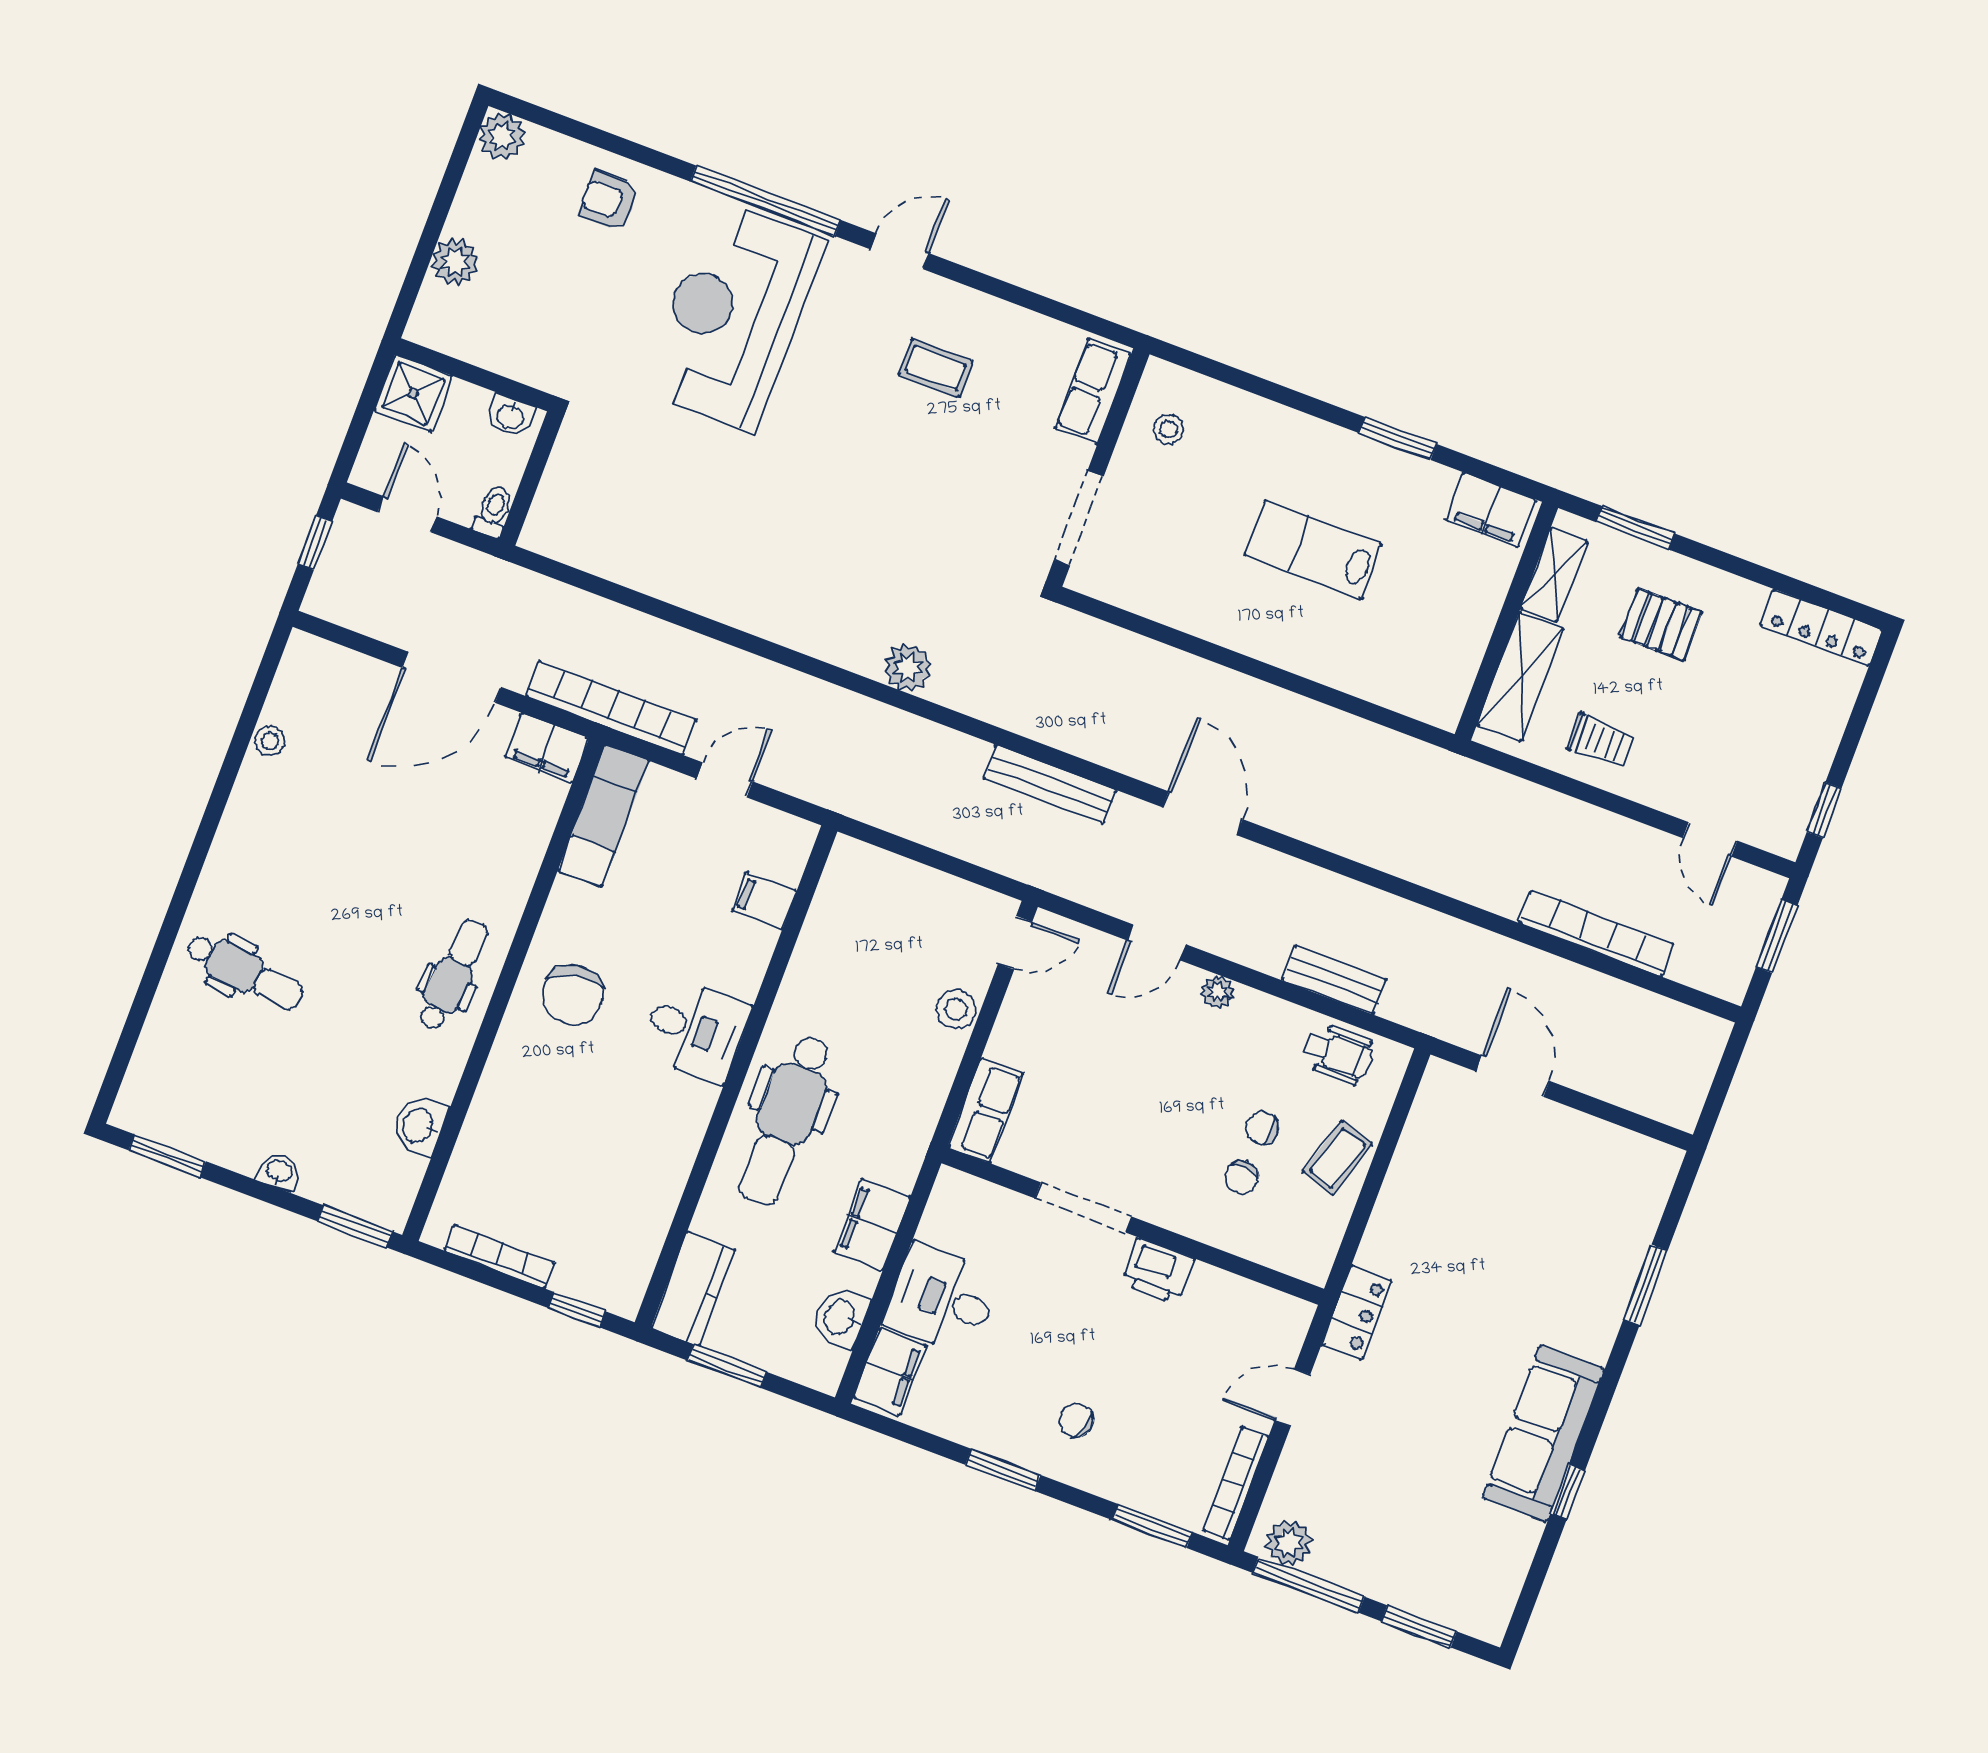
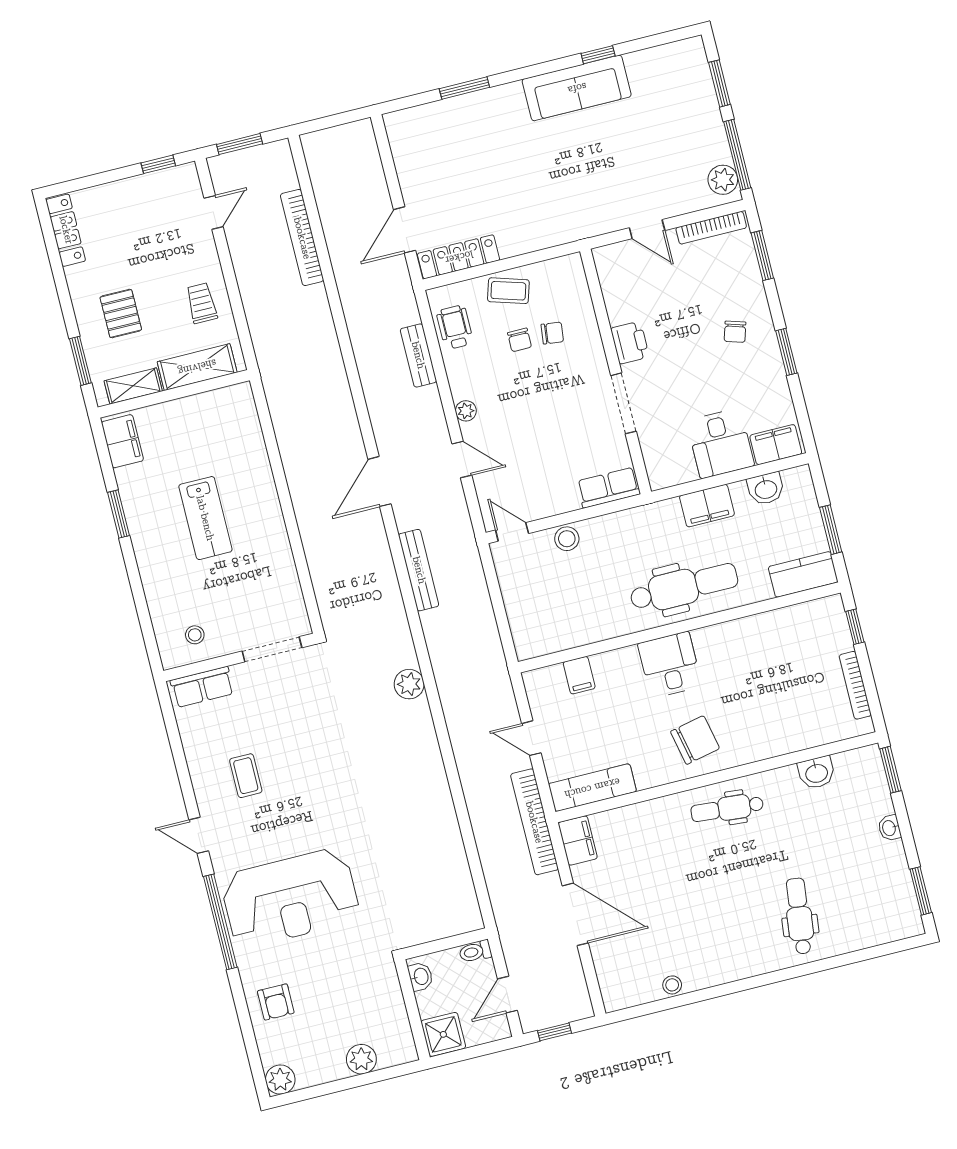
locker: (1356, 1313) -> (459, 257), moved, width x1.53

